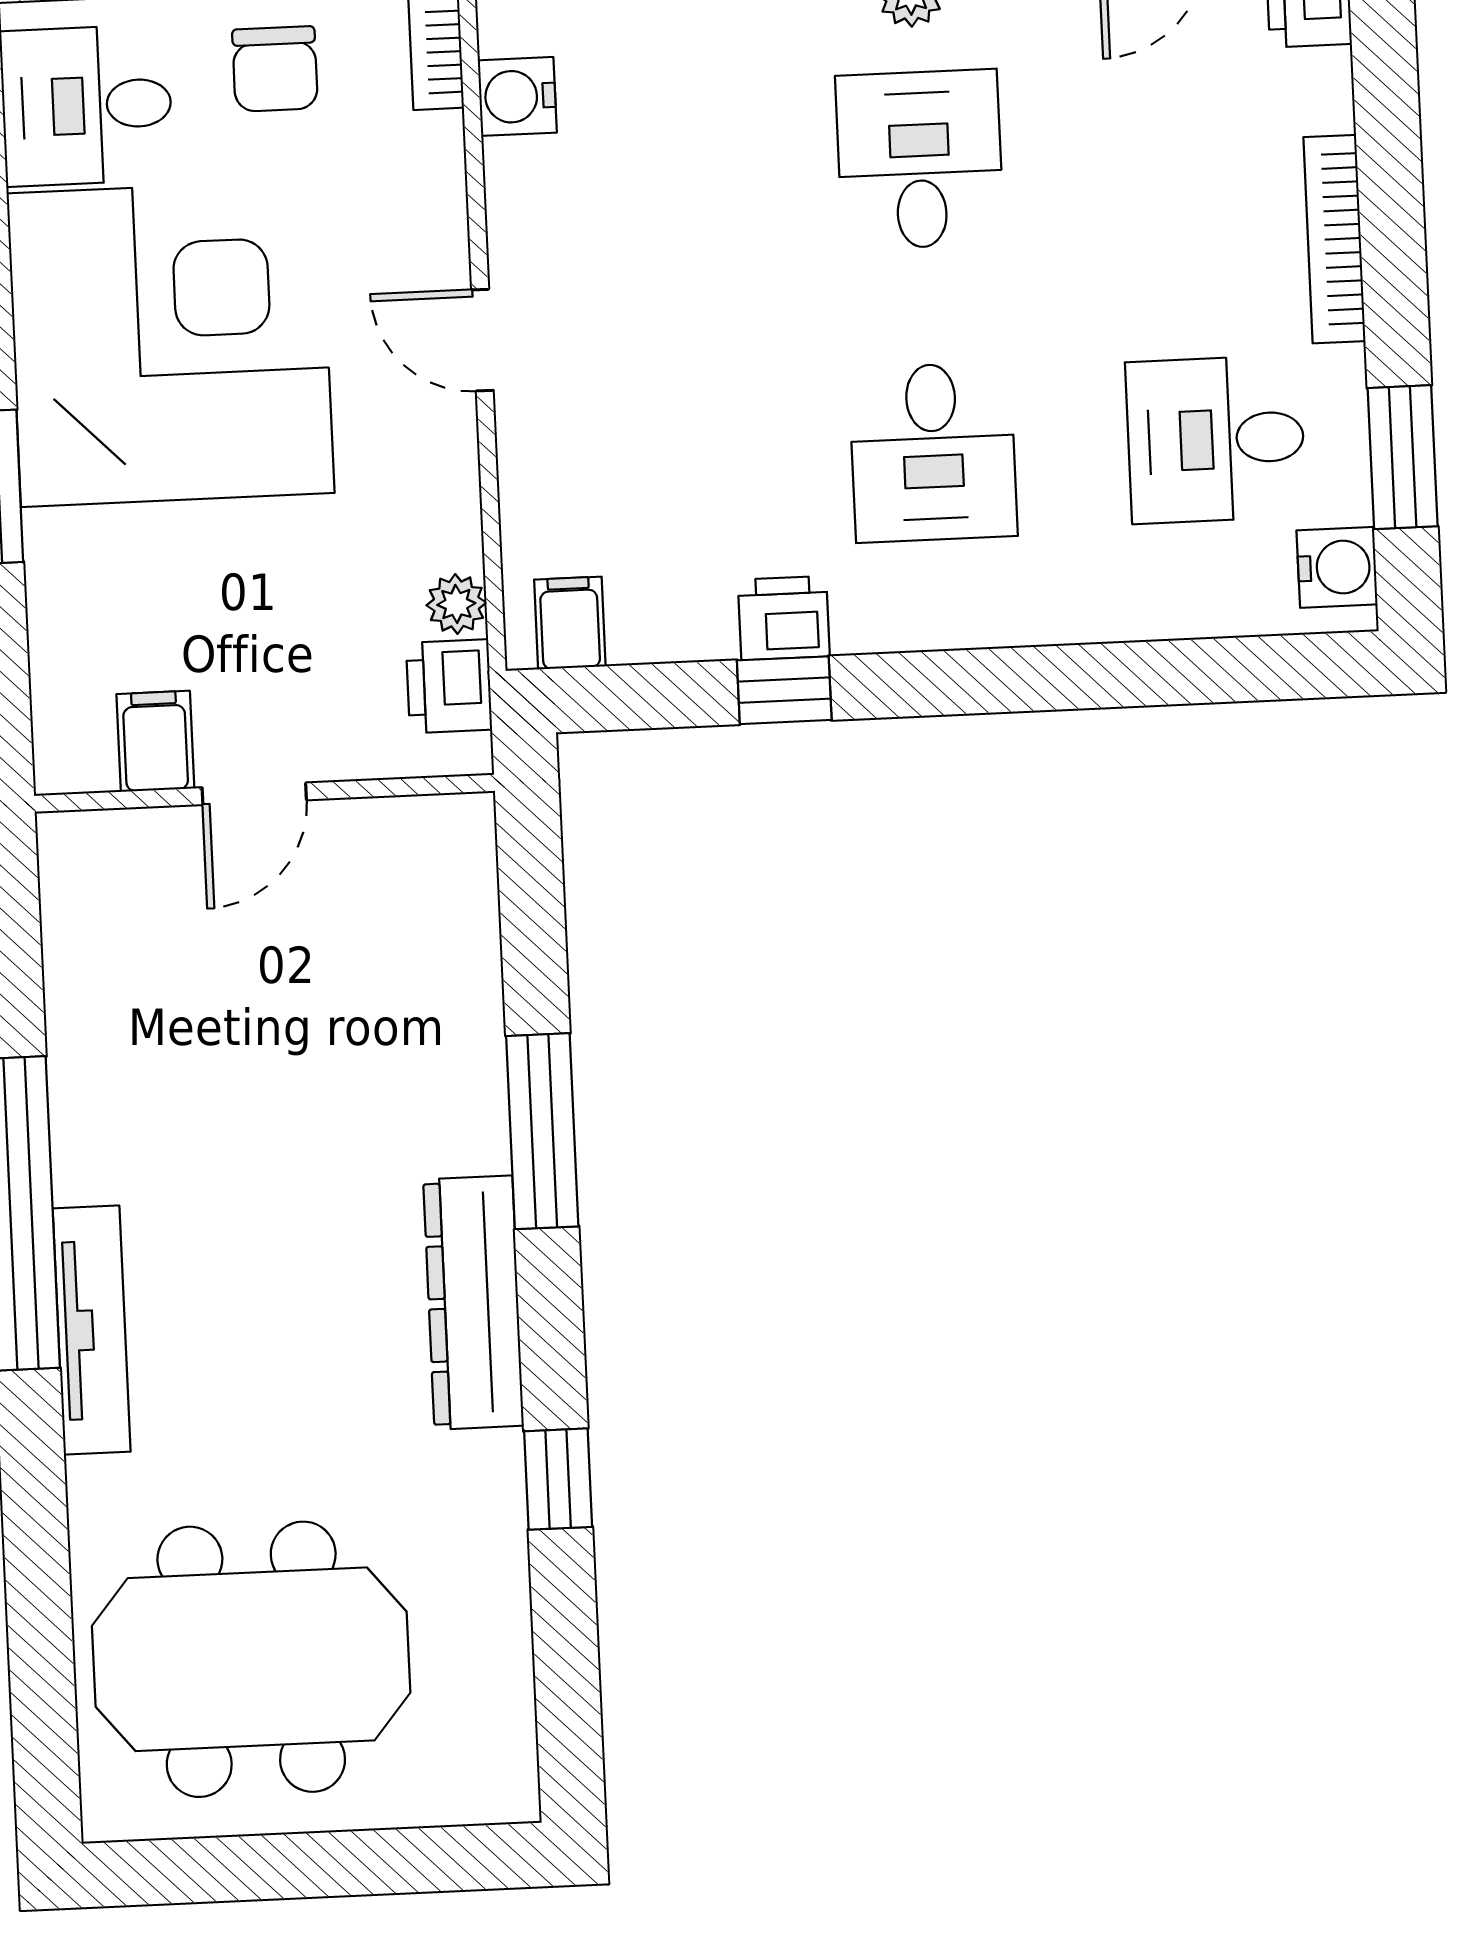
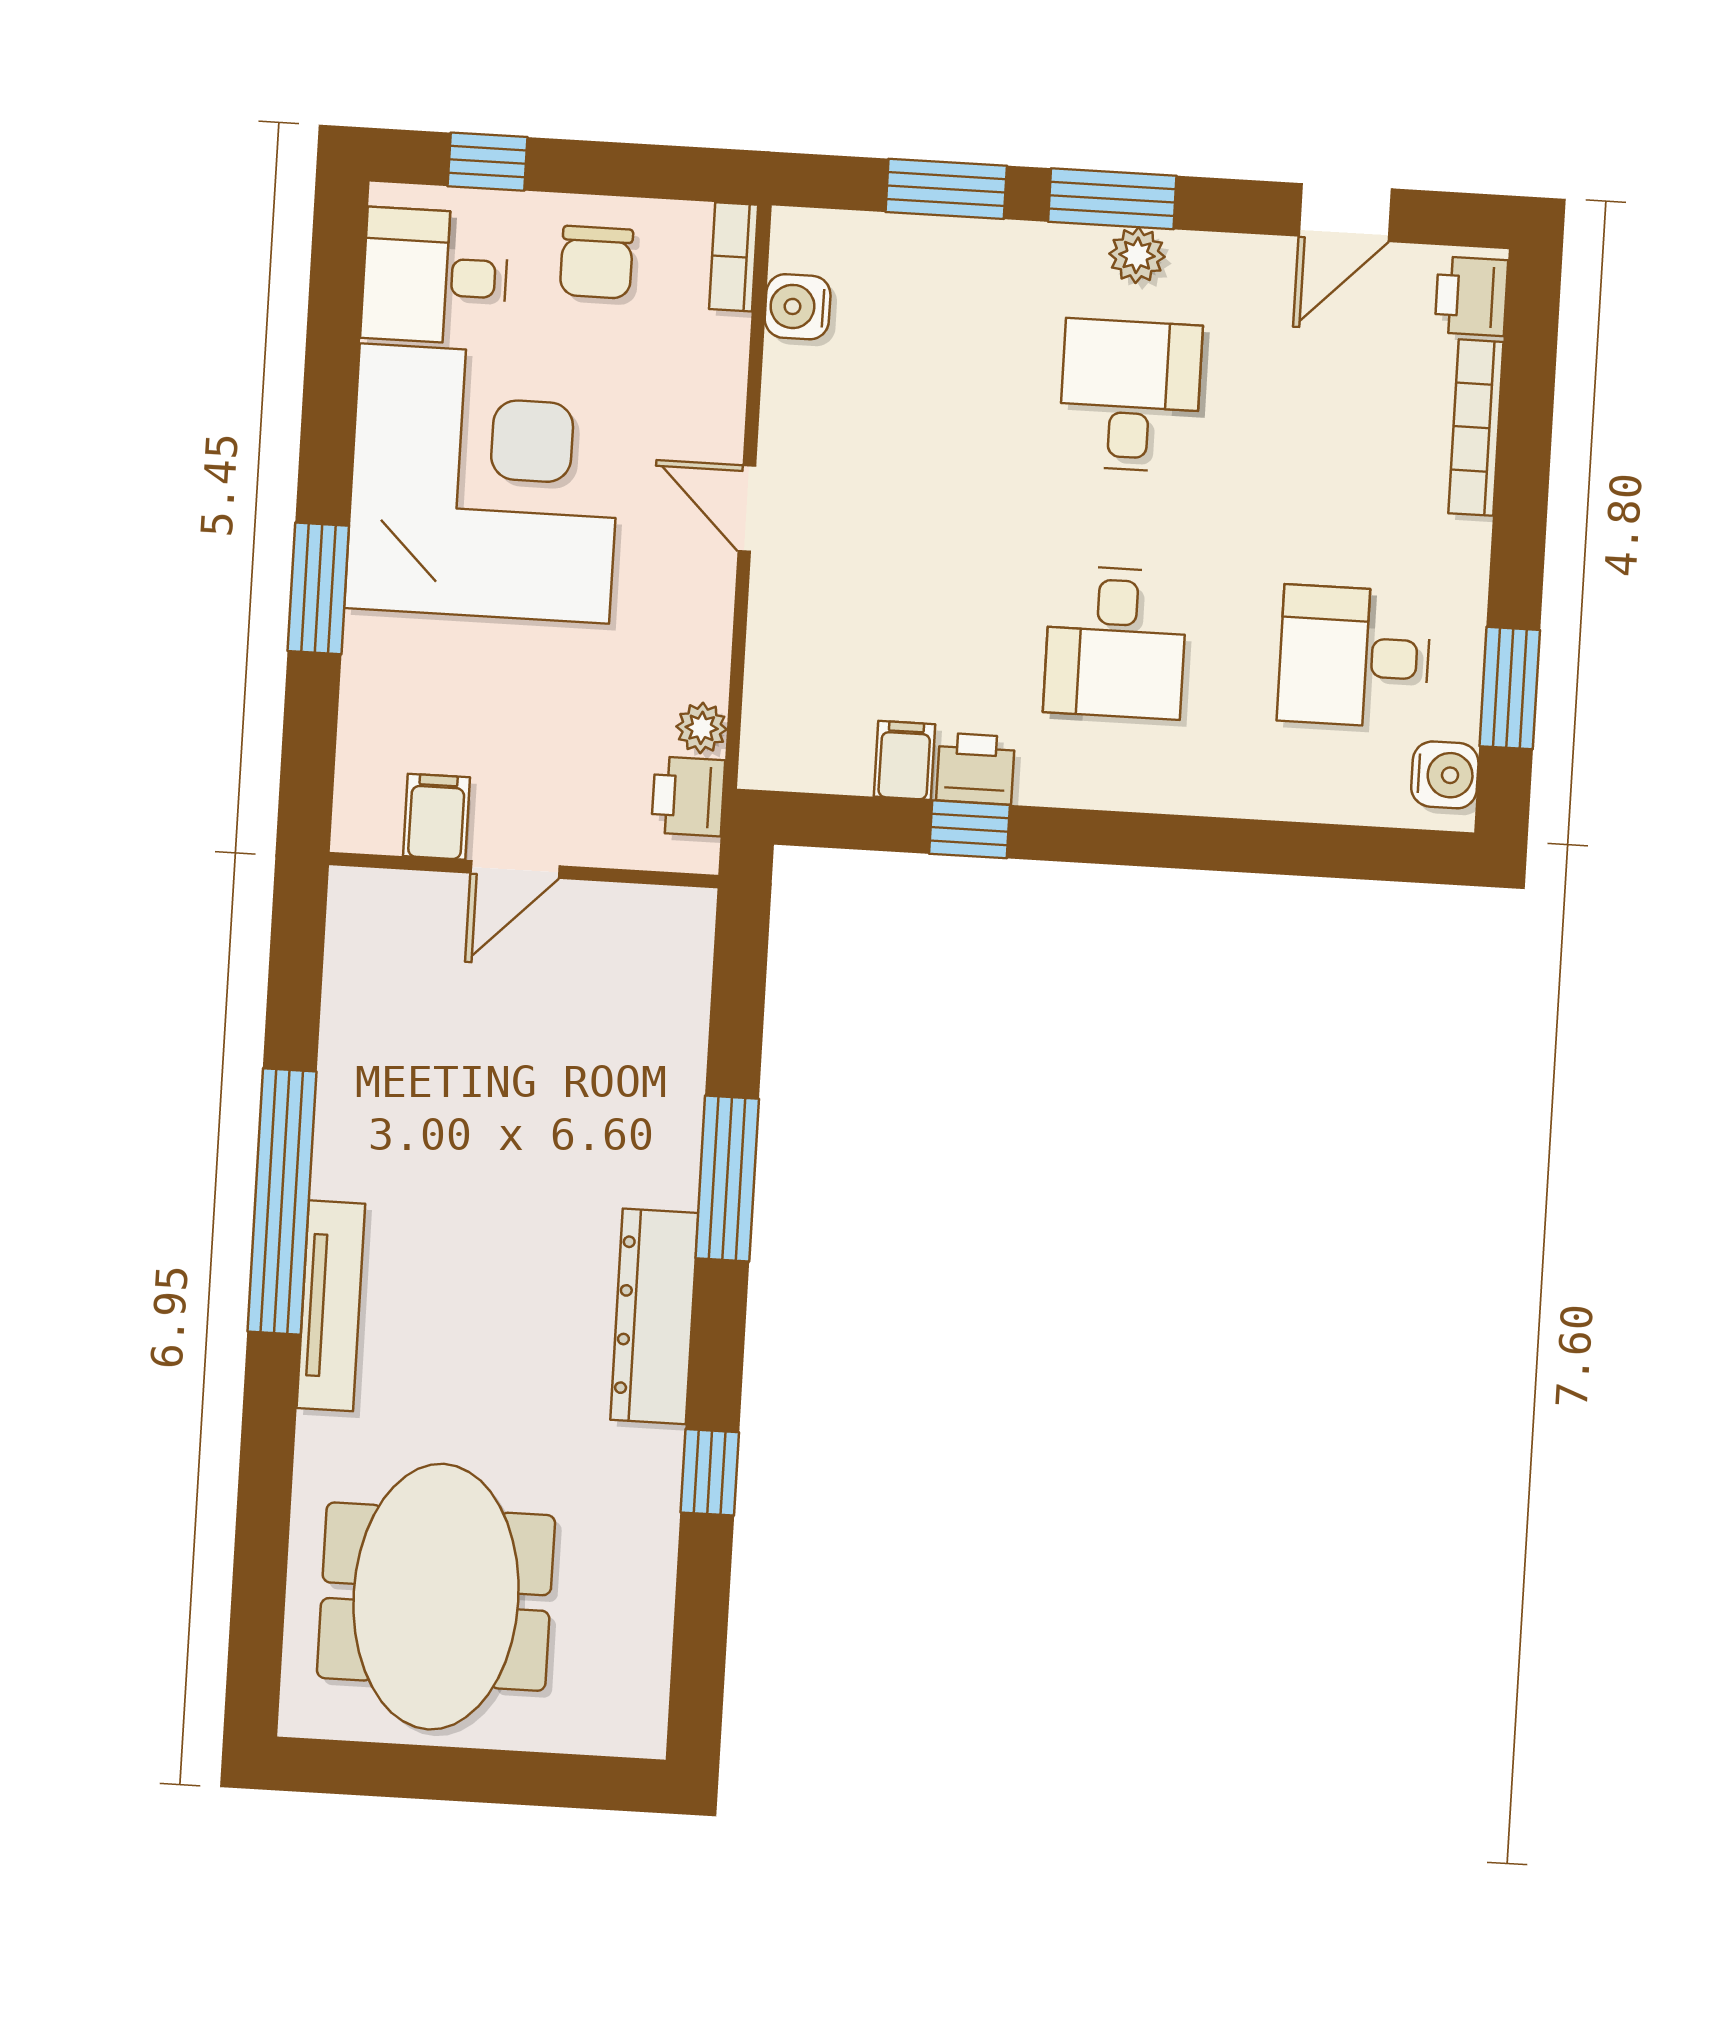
bookcase: (1334, 239) -> (1476, 428), moved
filing cabinet: (570, 623) -> (904, 760), moved
meeting table: (251, 1659) -> (436, 1597), turned 90

